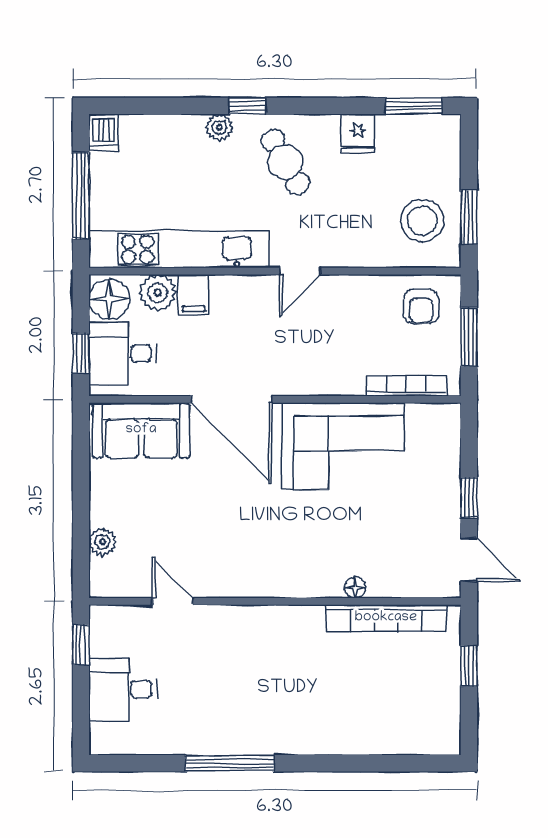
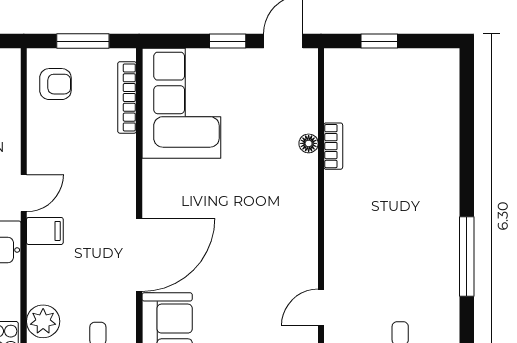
door: (300, 271) -> (24, 193), hinge flipped
filing cabinet: (194, 295) -> (45, 231), moved
corner sofa: (343, 446) -> (181, 103), moved
bookcase: (386, 618) -> (333, 146), width x0.43, depth x0.76

